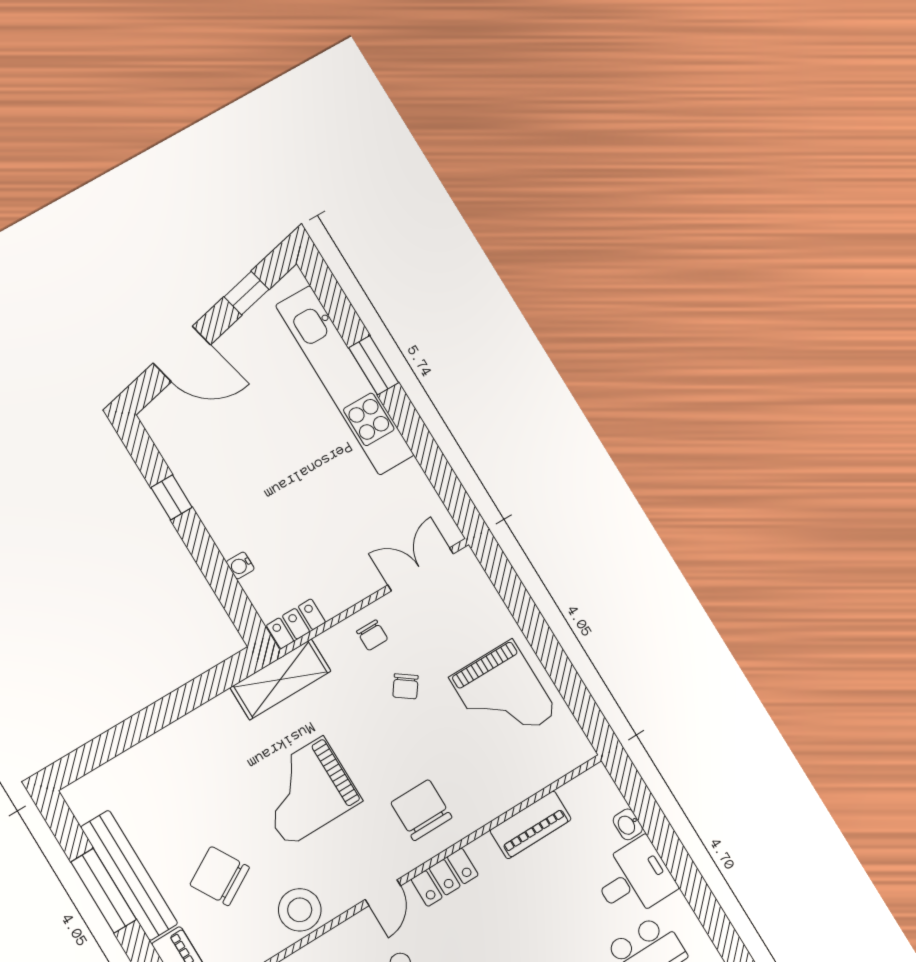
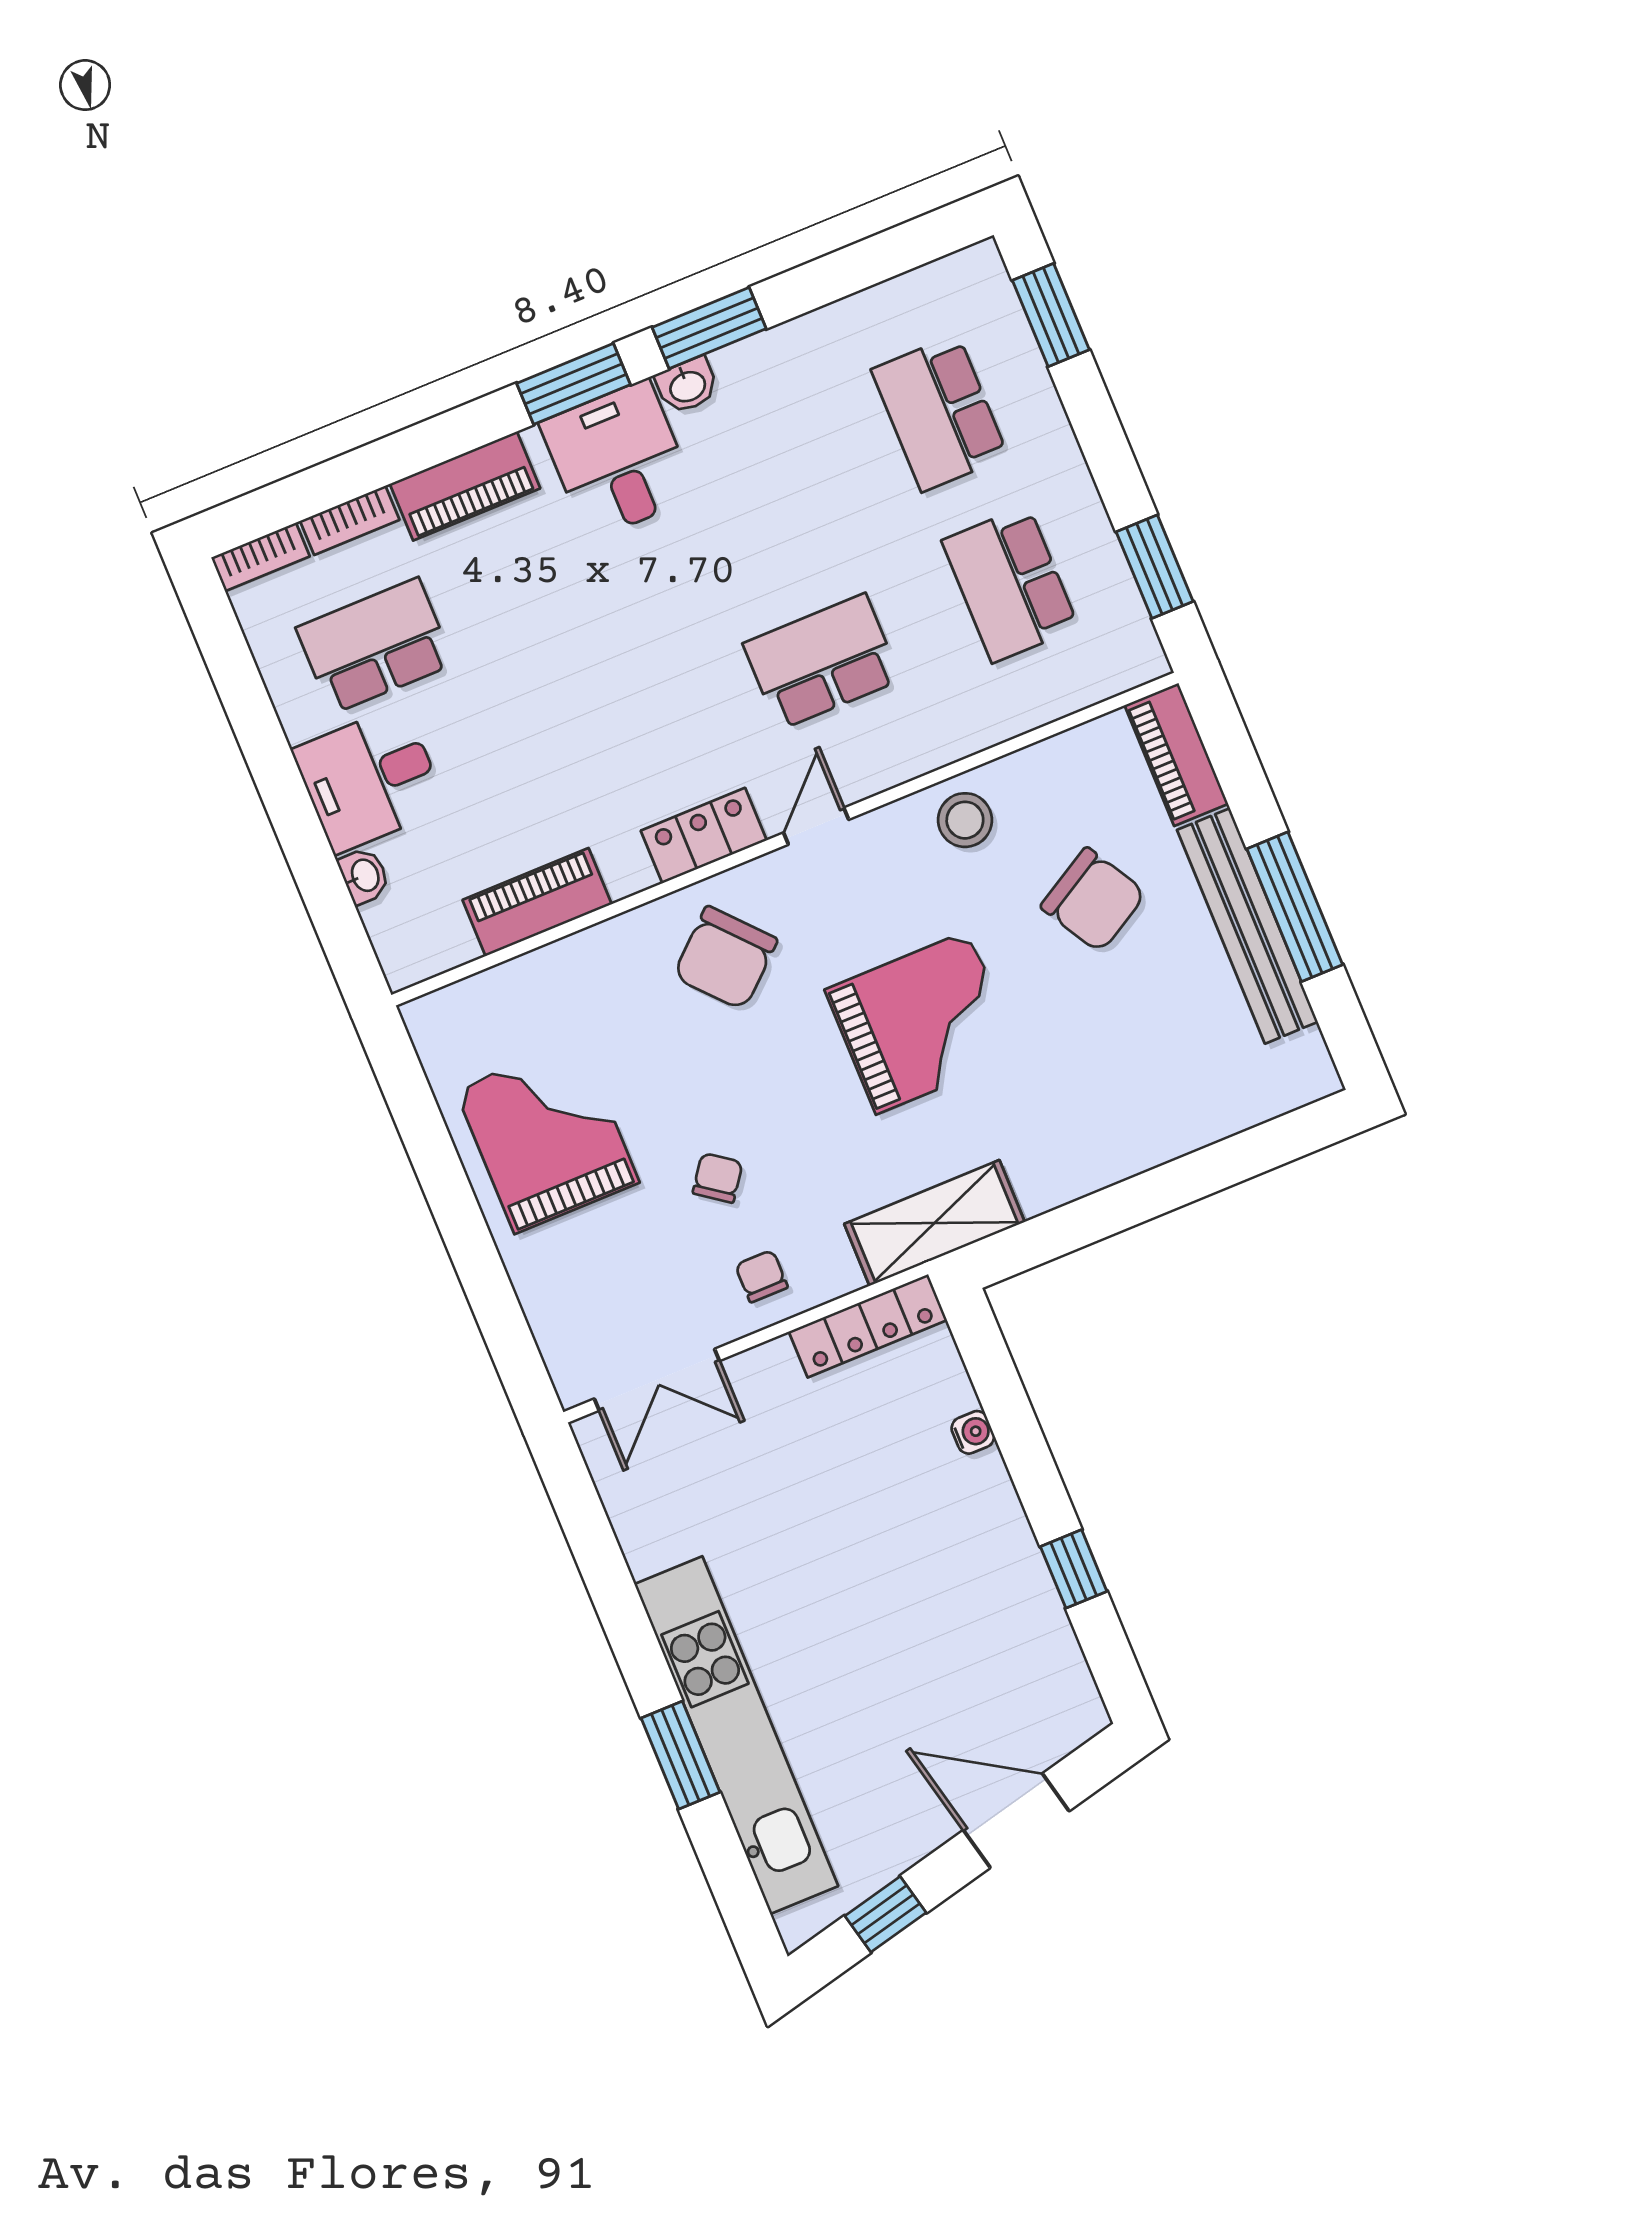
locker: (296, 624) -> (868, 1326), width x1.53
chair: (421, 810) -> (725, 958), turned 48
stool: (300, 910) -> (965, 820), width x0.73, depth x0.73

